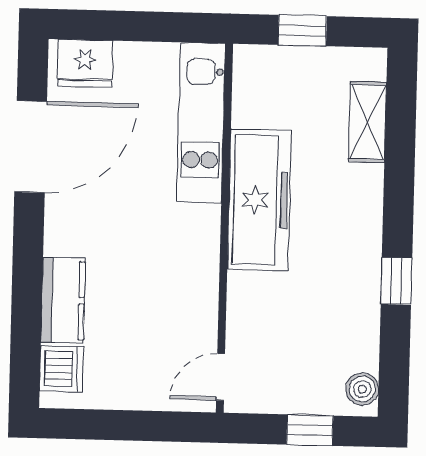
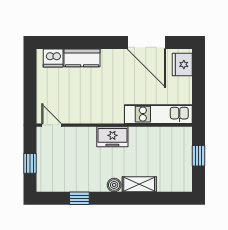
shelving: (367, 122) -> (139, 184), moved
freezer: (259, 200) -> (112, 137), width x0.52, depth x0.79
window: (396, 281) -> (79, 198), moved
boiler: (362, 389) -> (114, 185), moved

